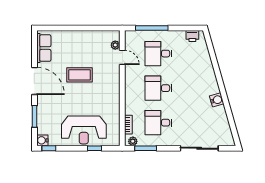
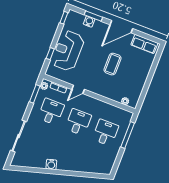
printer: (192, 36) -> (109, 165), removed
door: (122, 57) -> (78, 89), moved
water cooler: (42, 140) -> (89, 21), moved

